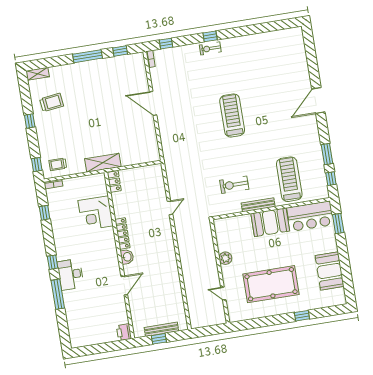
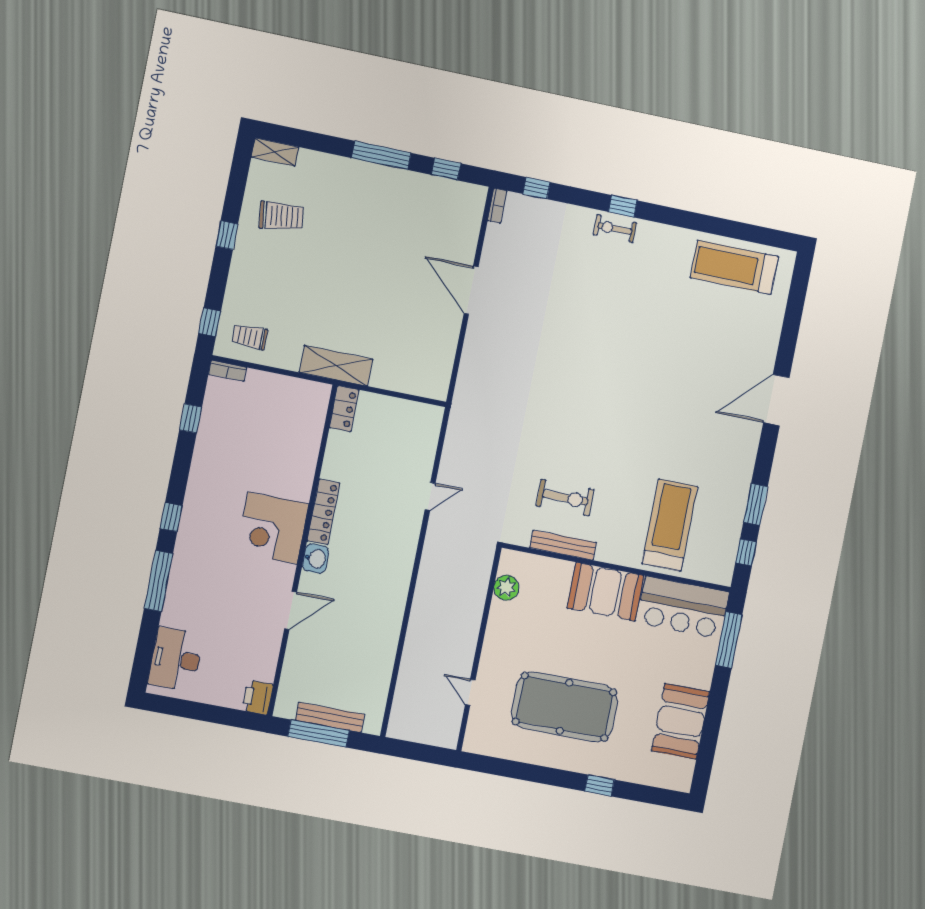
treadmill: (232, 115) -> (734, 267), moved, turned -90
exercise bike: (234, 185) -> (565, 498), turned 180
bench: (258, 205) -> (563, 545), moved
corner desk: (96, 213) -> (273, 528), moved
window: (338, 224) -> (729, 640), width x1.44
plant: (225, 258) -> (506, 588), moved
desk: (71, 274) -> (176, 659), moved
window: (159, 339) -> (319, 733), width x2.17

